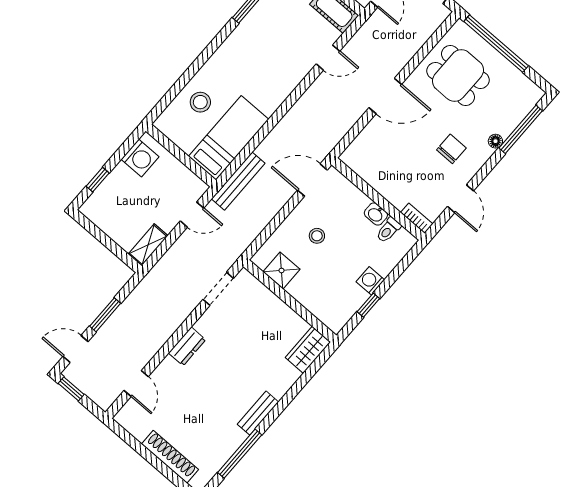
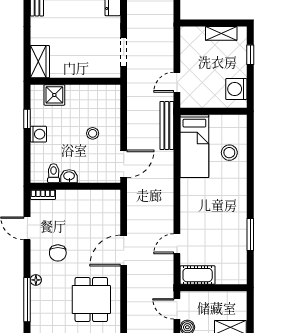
dining table: (458, 76) -> (91, 299), turned 90
shelving: (148, 245) -> (221, 33), moved, turned 90
shower: (282, 270) -> (54, 95), moved

